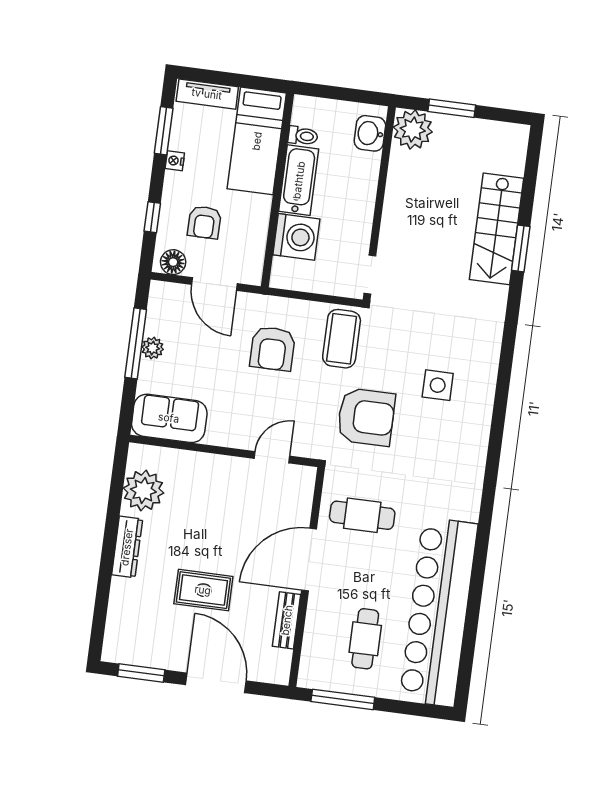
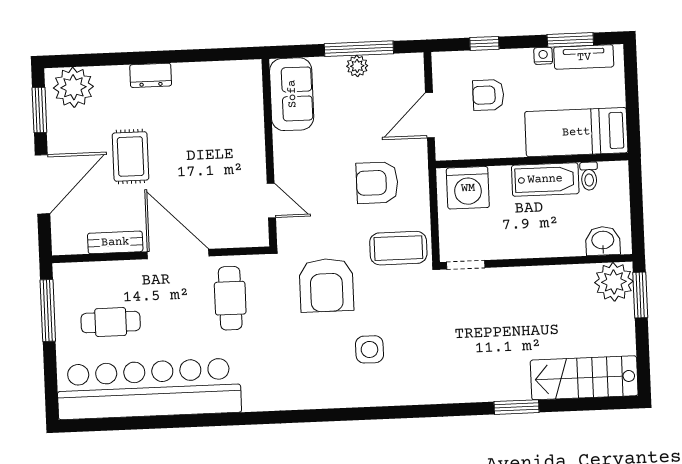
tv unit: (207, 94) -> (584, 57), moved, turned -90
window: (452, 108) -> (640, 295), moved
stairs: (496, 229) -> (584, 378), moved
washing machine: (296, 237) -> (468, 188), moved
floor lamp: (173, 262) -> (444, 71), removed
plant: (143, 490) -> (73, 87), moved
dresser: (127, 547) -> (151, 75), width x0.70

